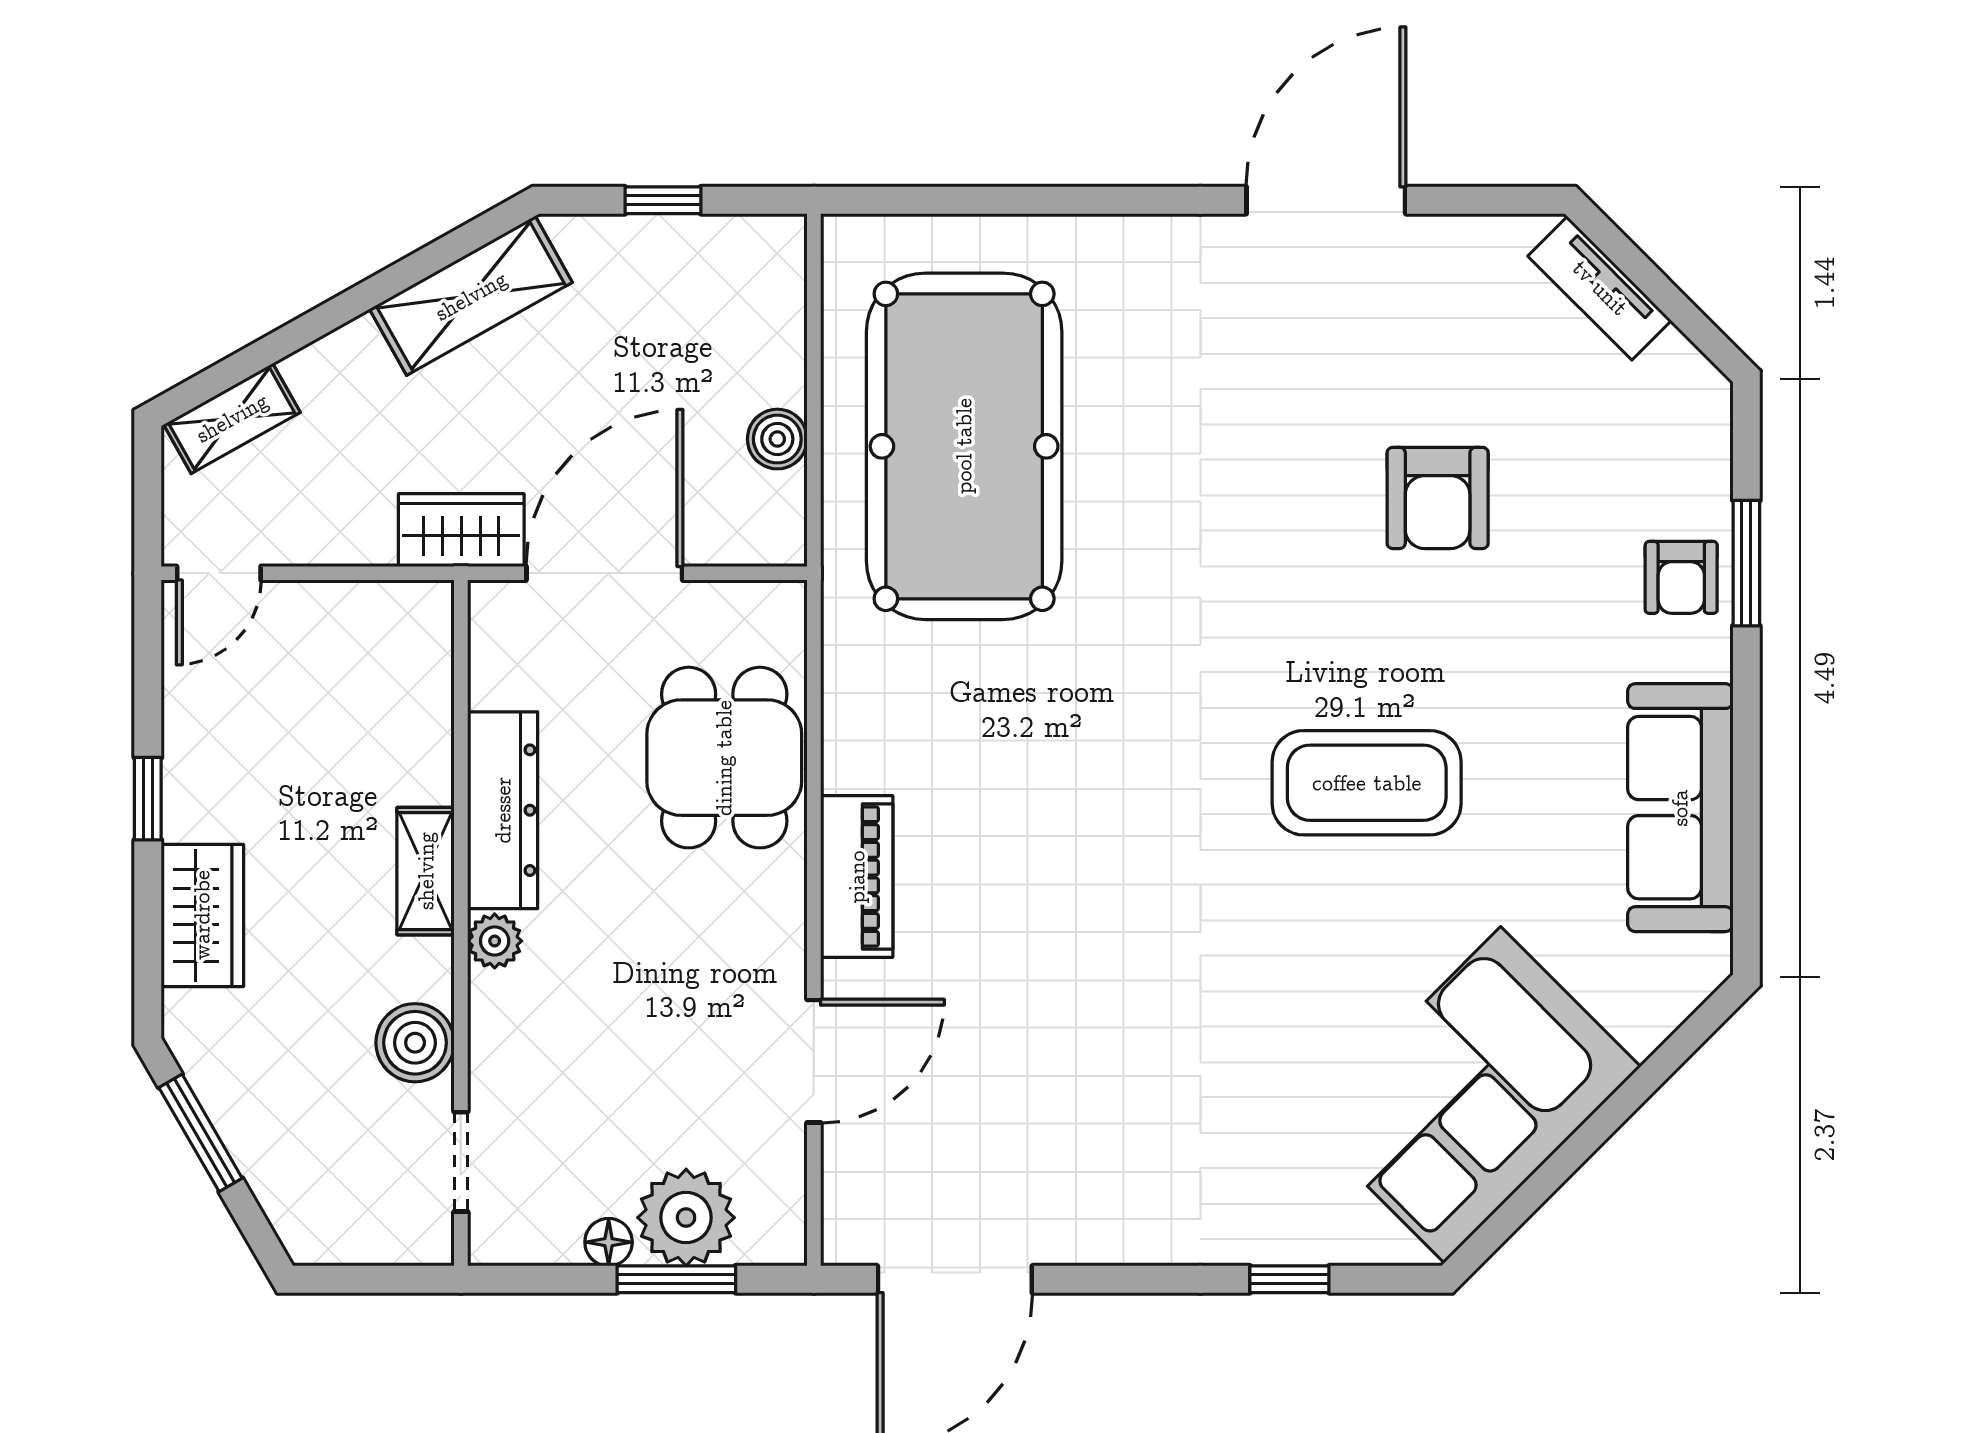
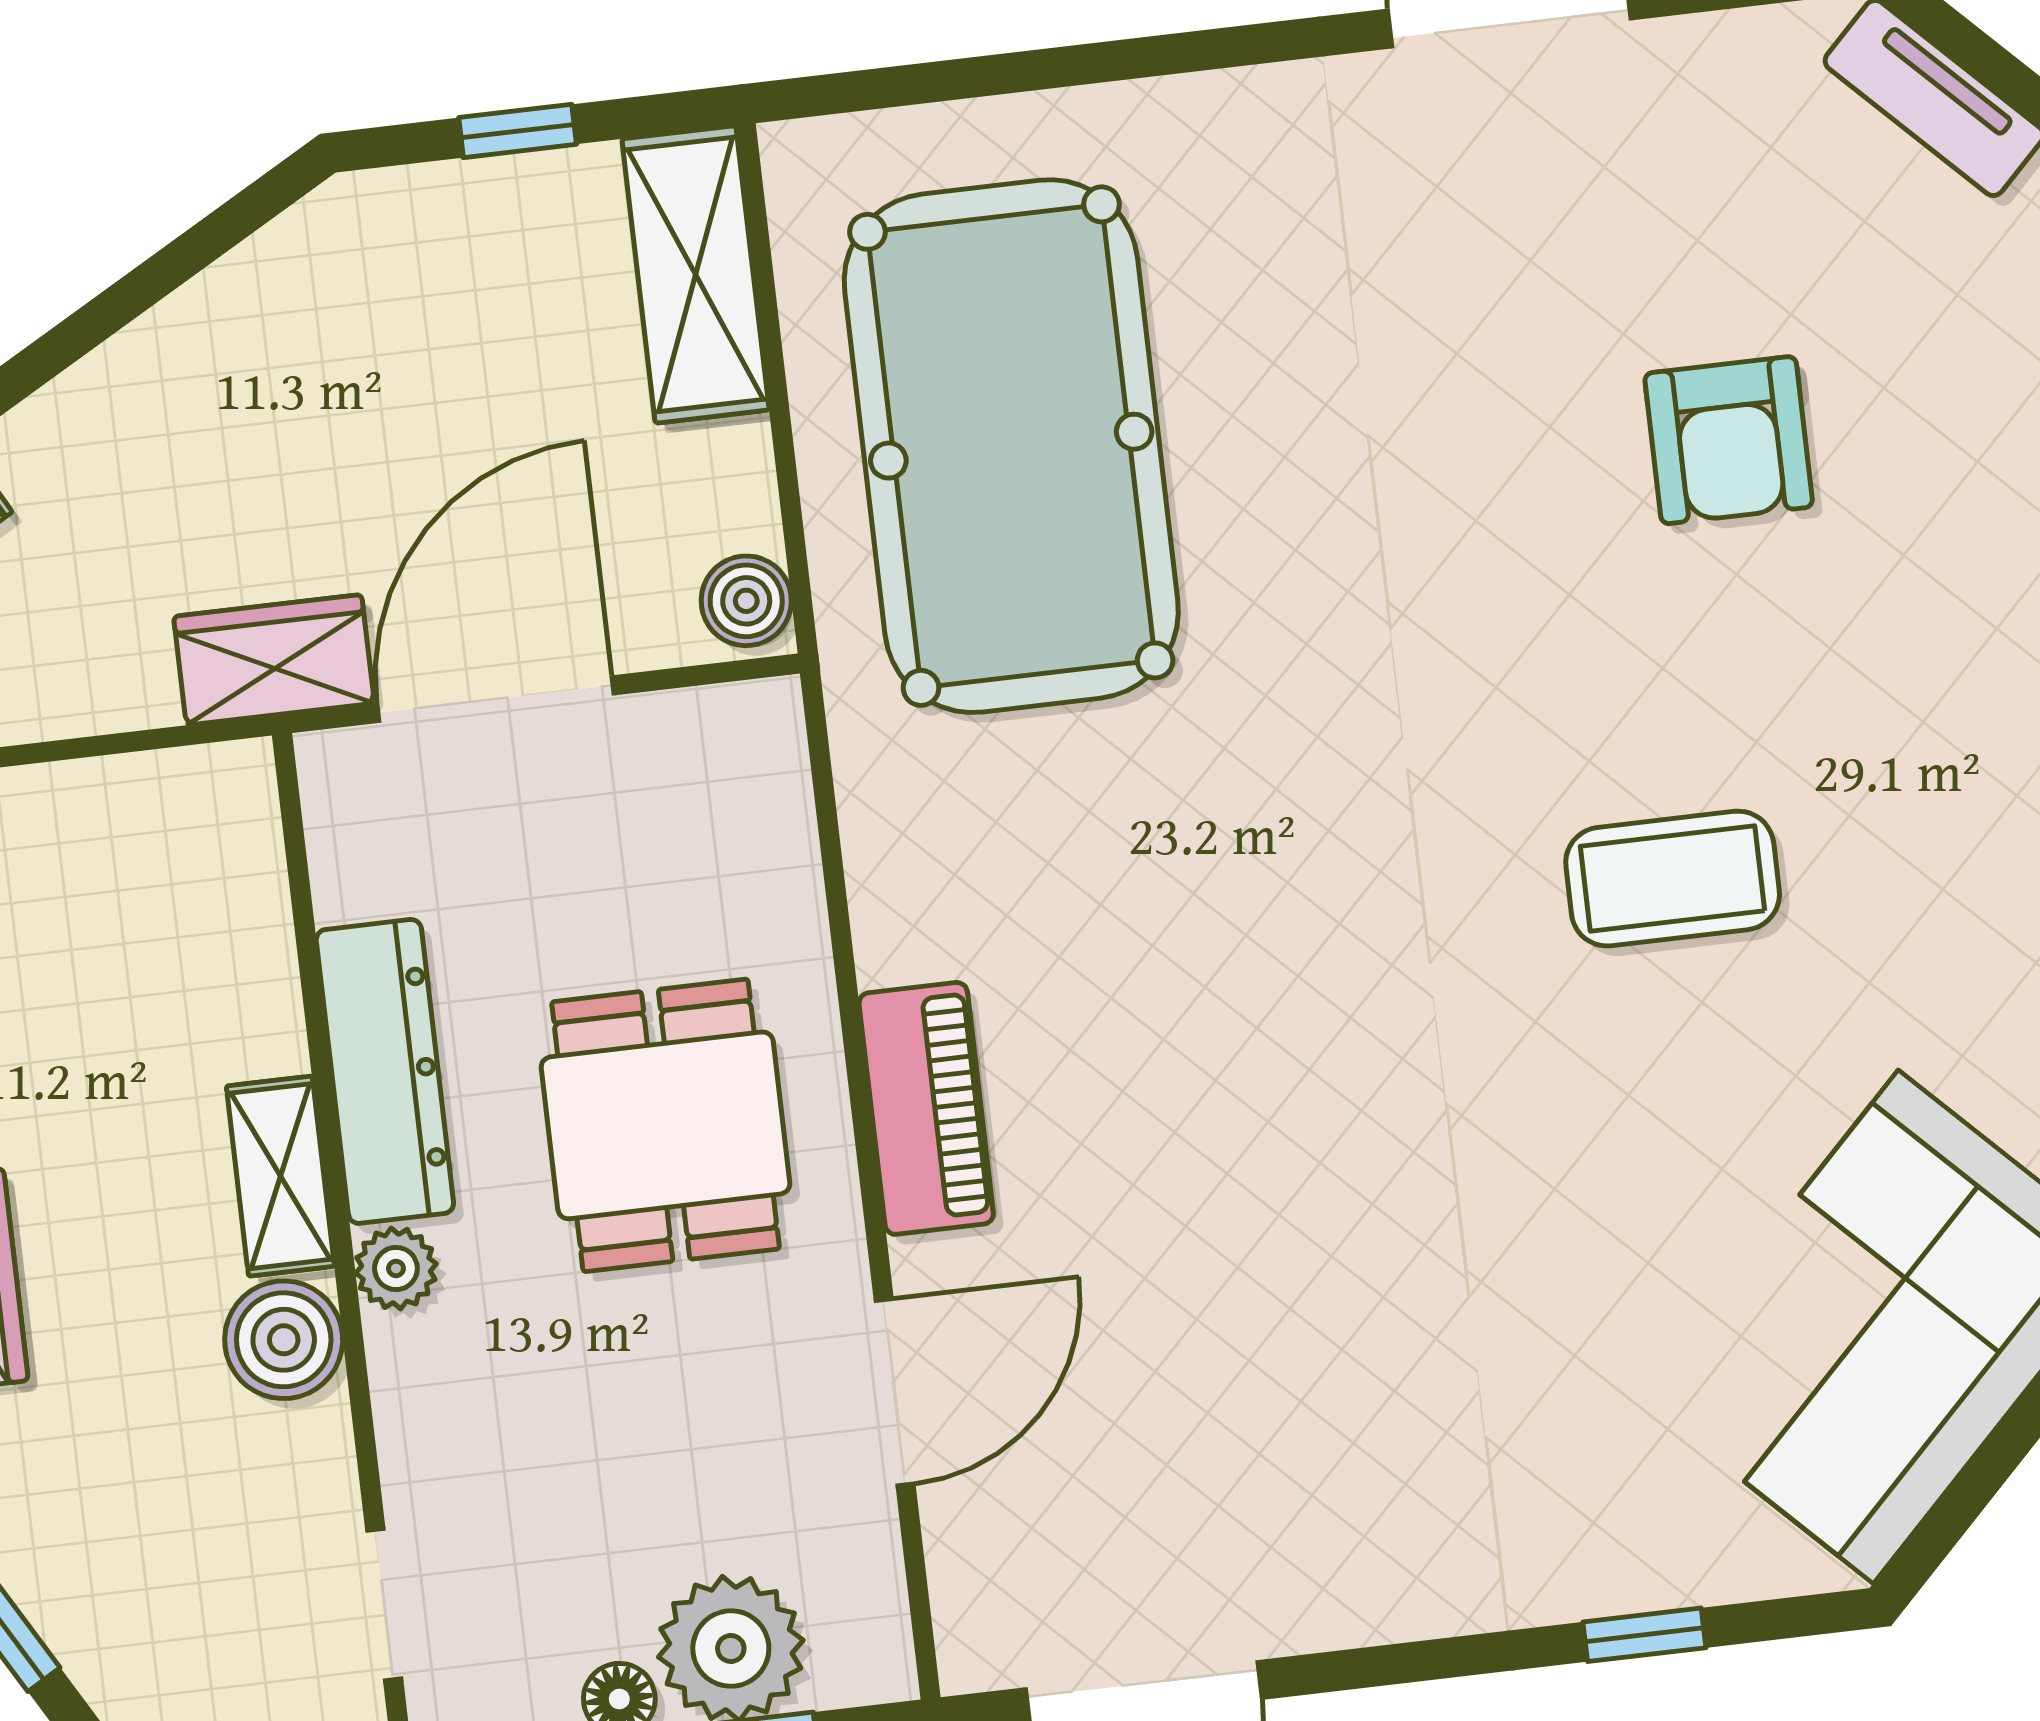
shelving: (471, 296) -> (696, 274), moved, turned -61
boiler: (777, 439) -> (746, 601), moved
dining table: (724, 758) -> (666, 1125), moved
coffee table: (1367, 783) -> (1673, 879), width x0.73, depth x0.76
boiler: (415, 1043) -> (284, 1340), moved

